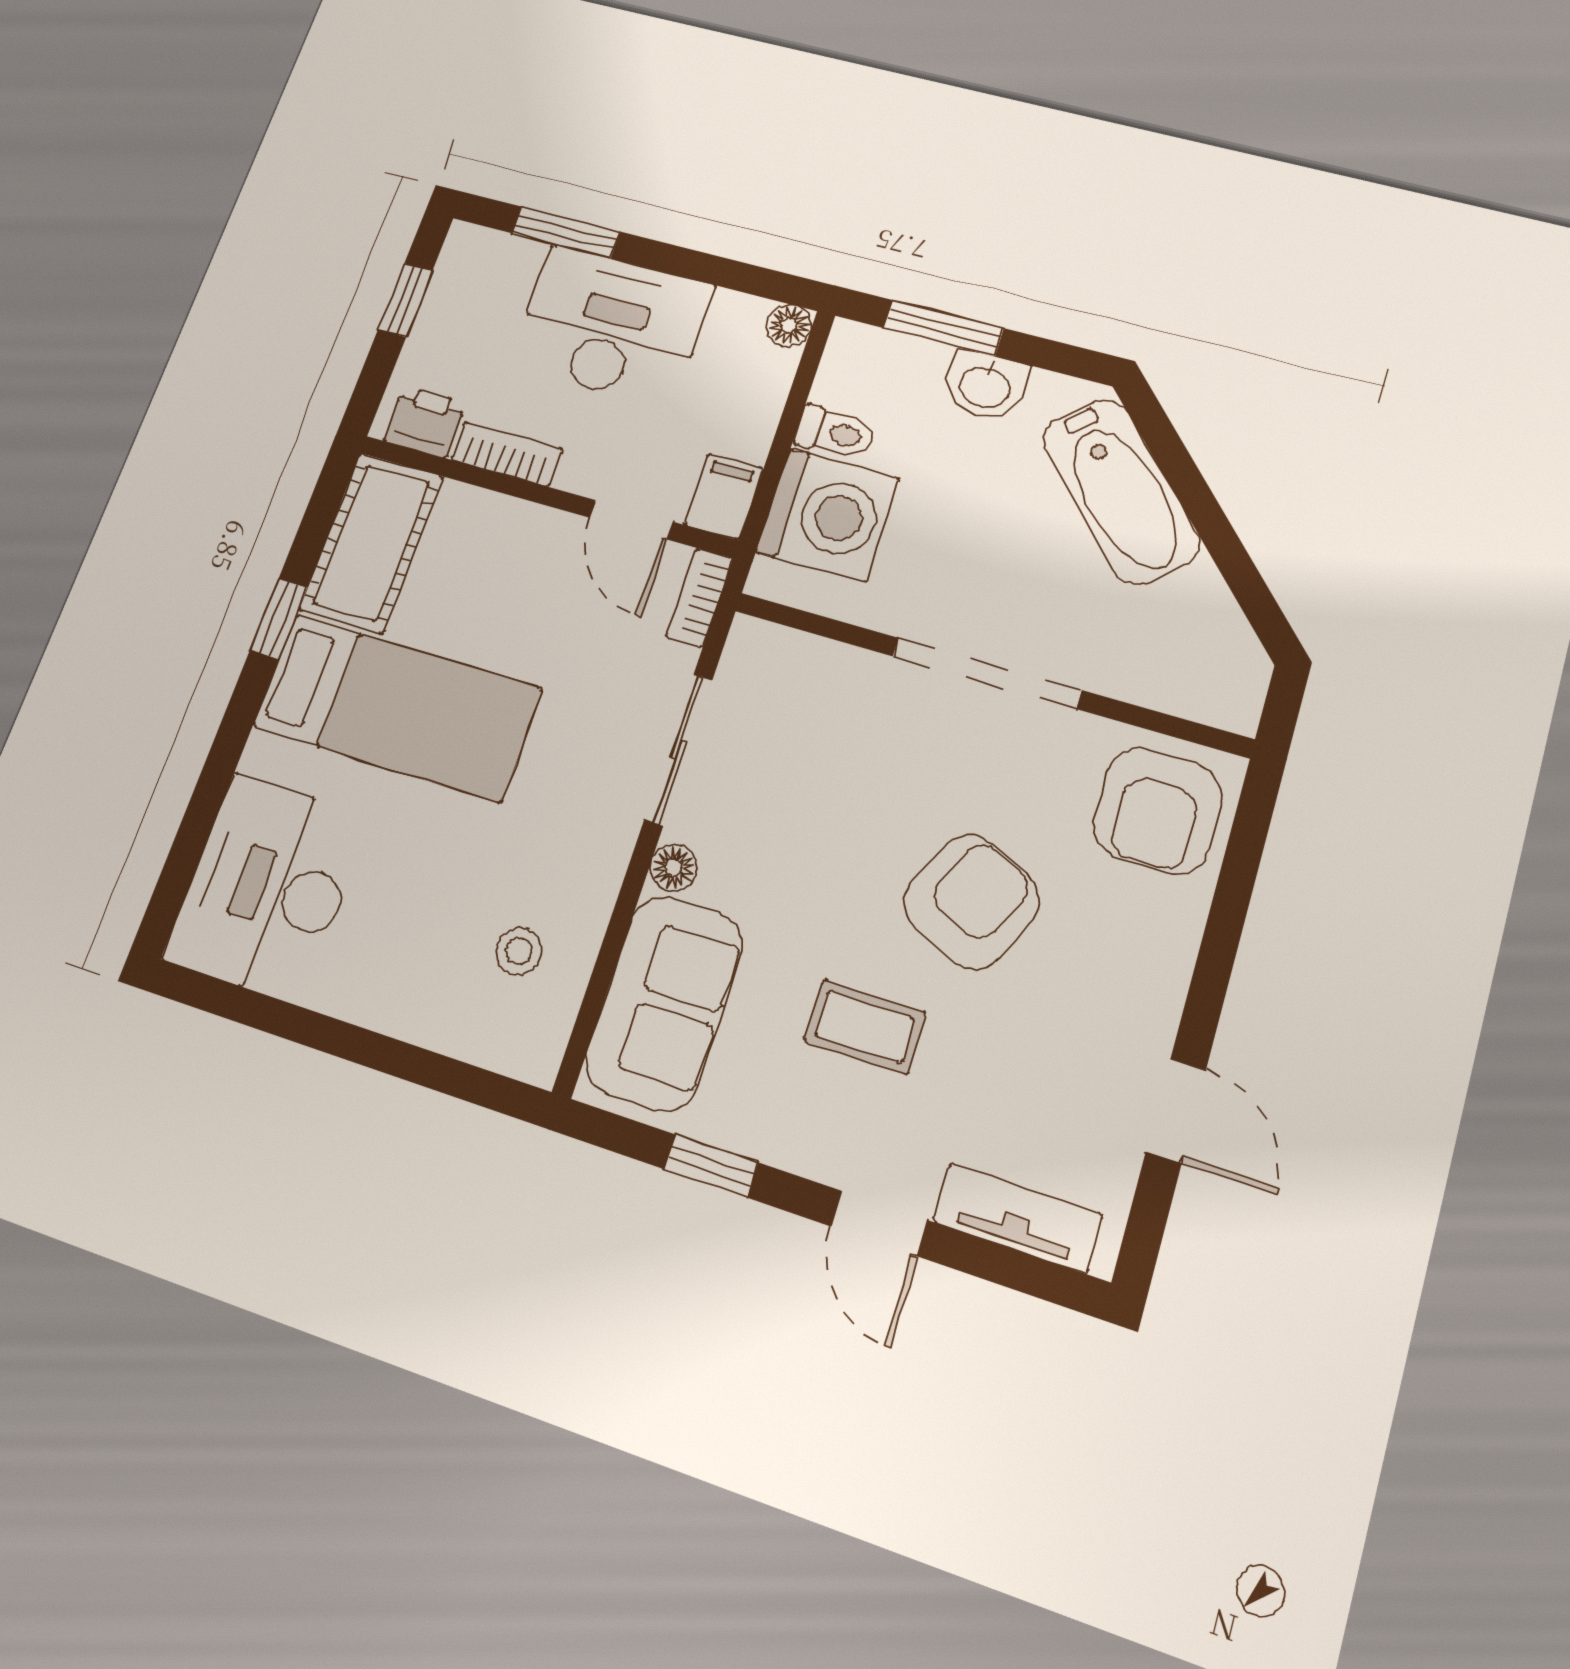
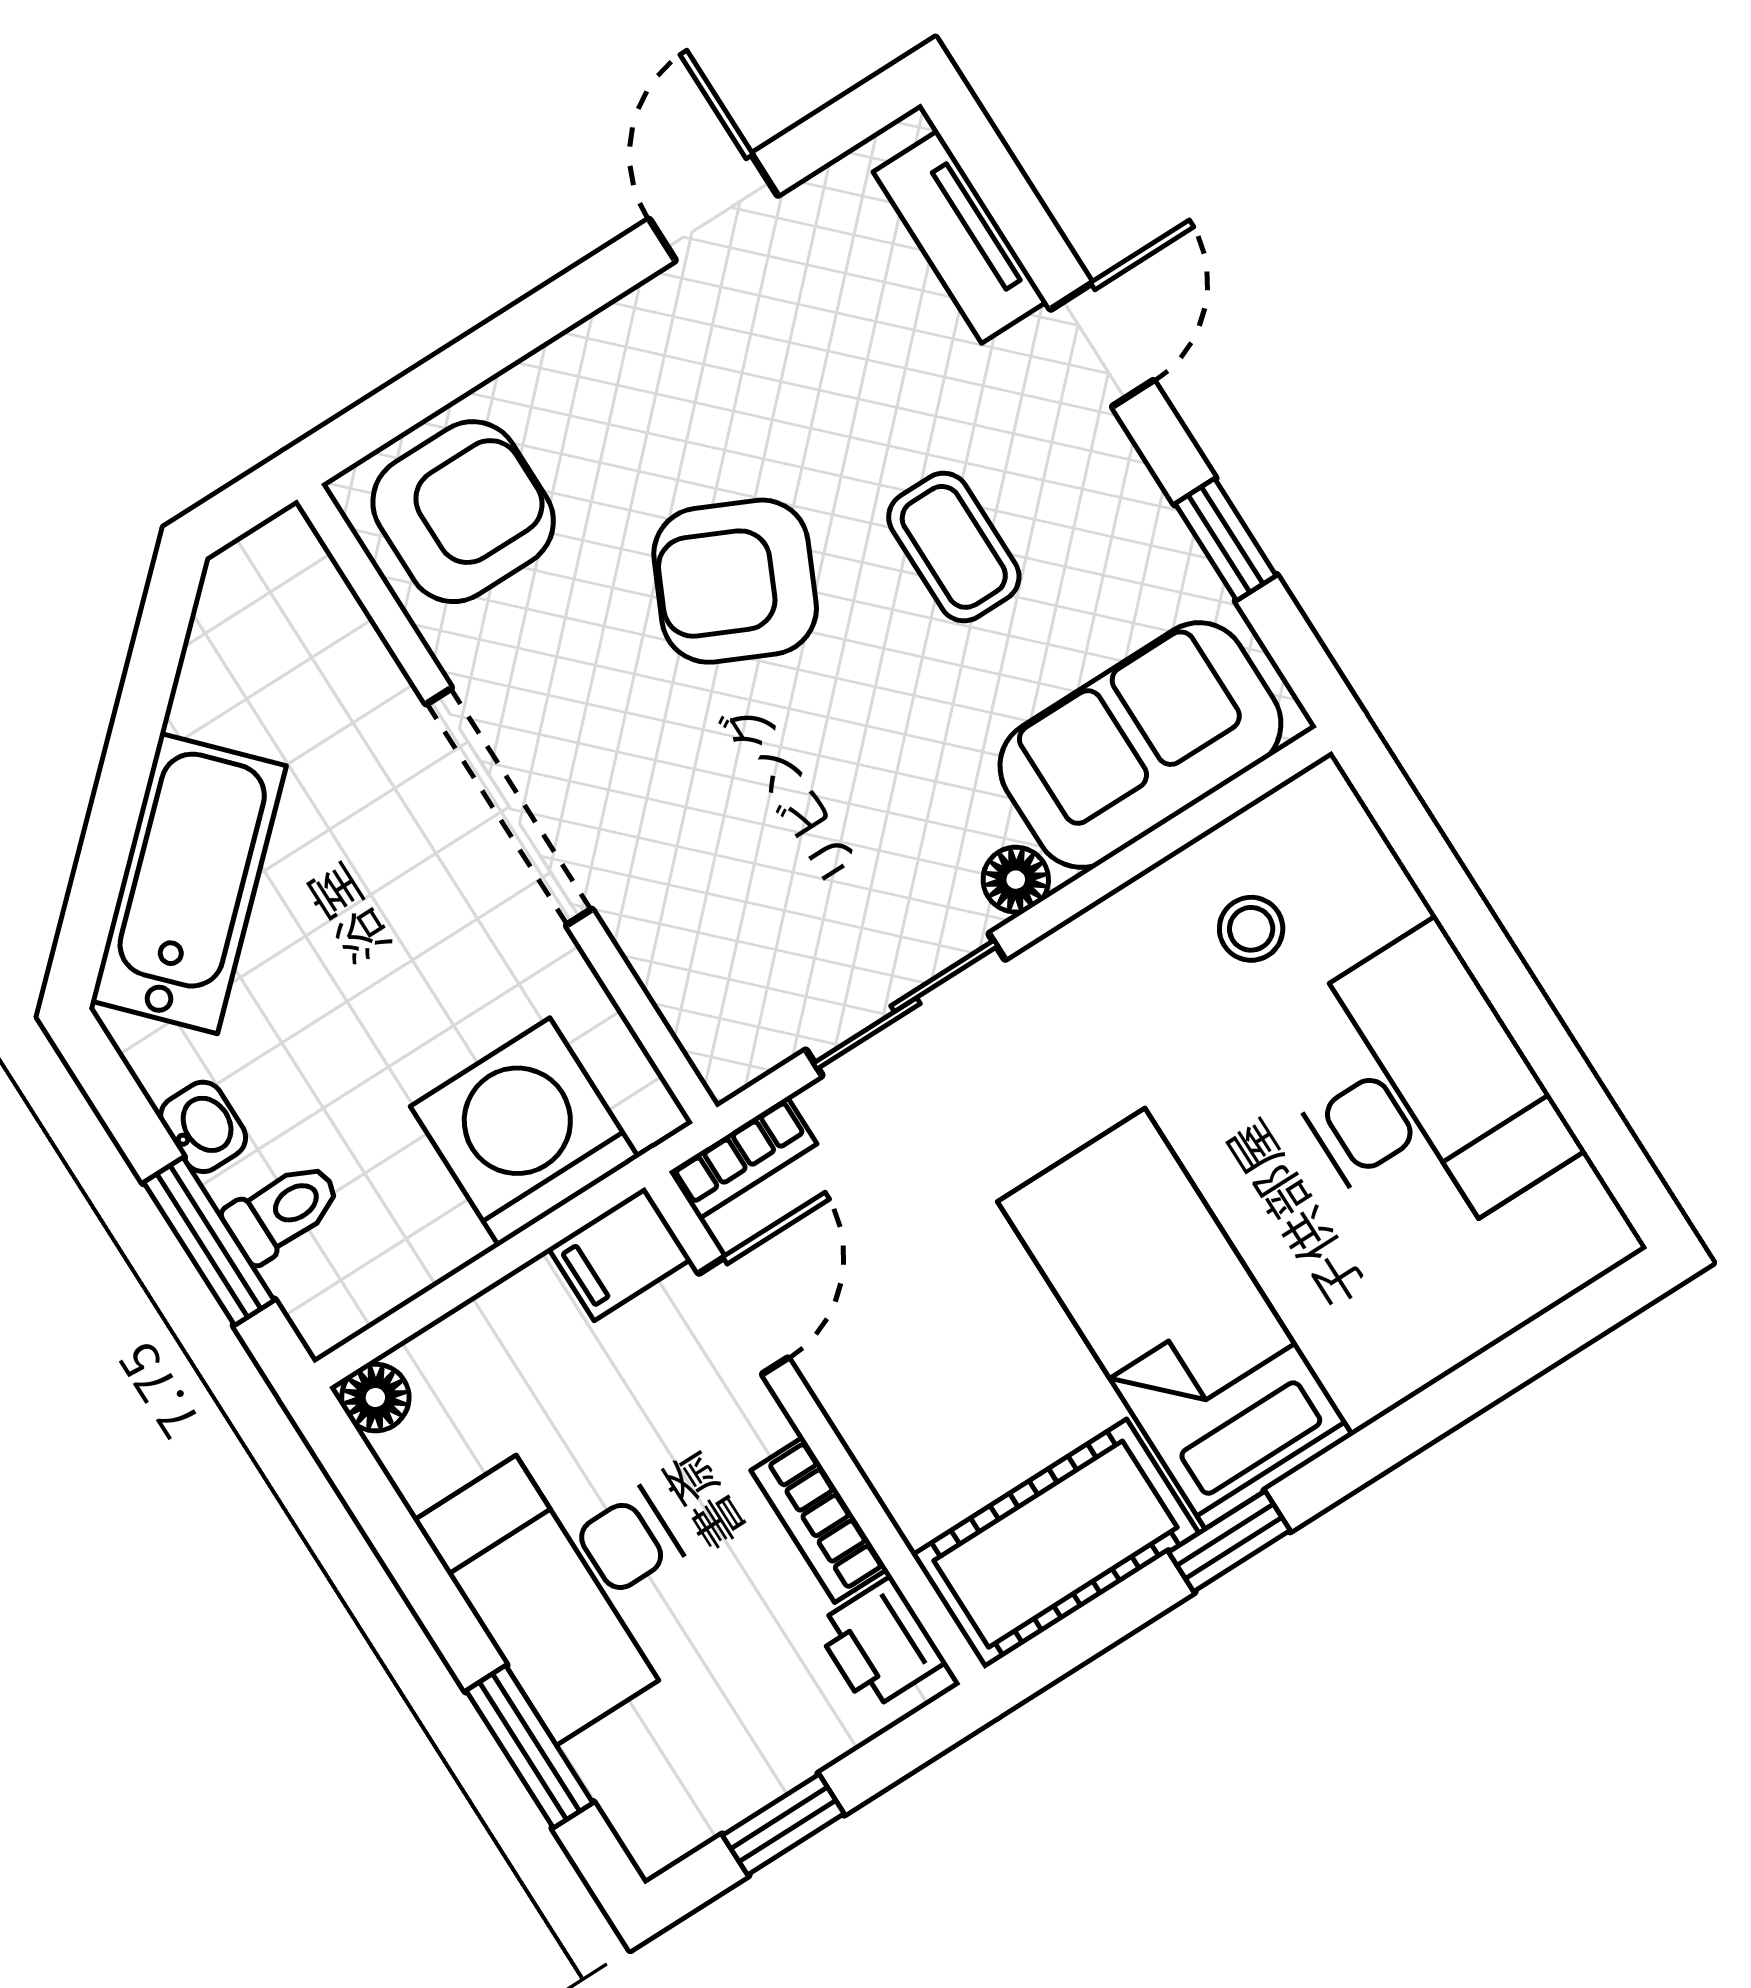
washbasin: (985, 386) -> (203, 1127), width x0.72, depth x0.69
toilet: (835, 433) -> (283, 1211), moved, turned 90
desk: (268, 887) -> (1419, 1092), moved, turned -90

